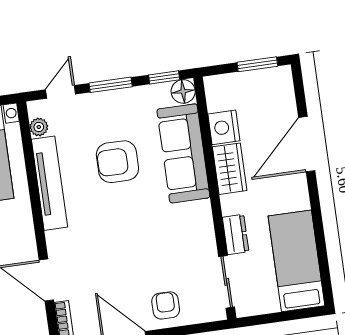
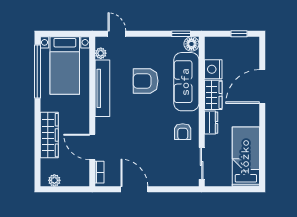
window: (257, 64) -> (239, 34), width x0.67
window: (111, 85) -> (148, 34), removed
door: (61, 92) -> (117, 34), hinge flipped
dresser: (236, 234) -> (211, 123), moved
armchair: (166, 305) -> (183, 132), moved, turned 180

